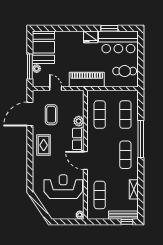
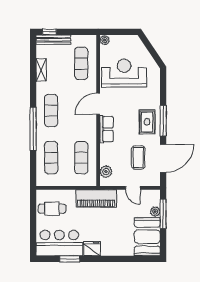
plant: (79, 121) -> (106, 172), moved
window: (30, 146) -> (163, 121), added
door: (85, 160) -> (98, 104), swing flipped
reception desk: (63, 187) -> (124, 73), turned 180

